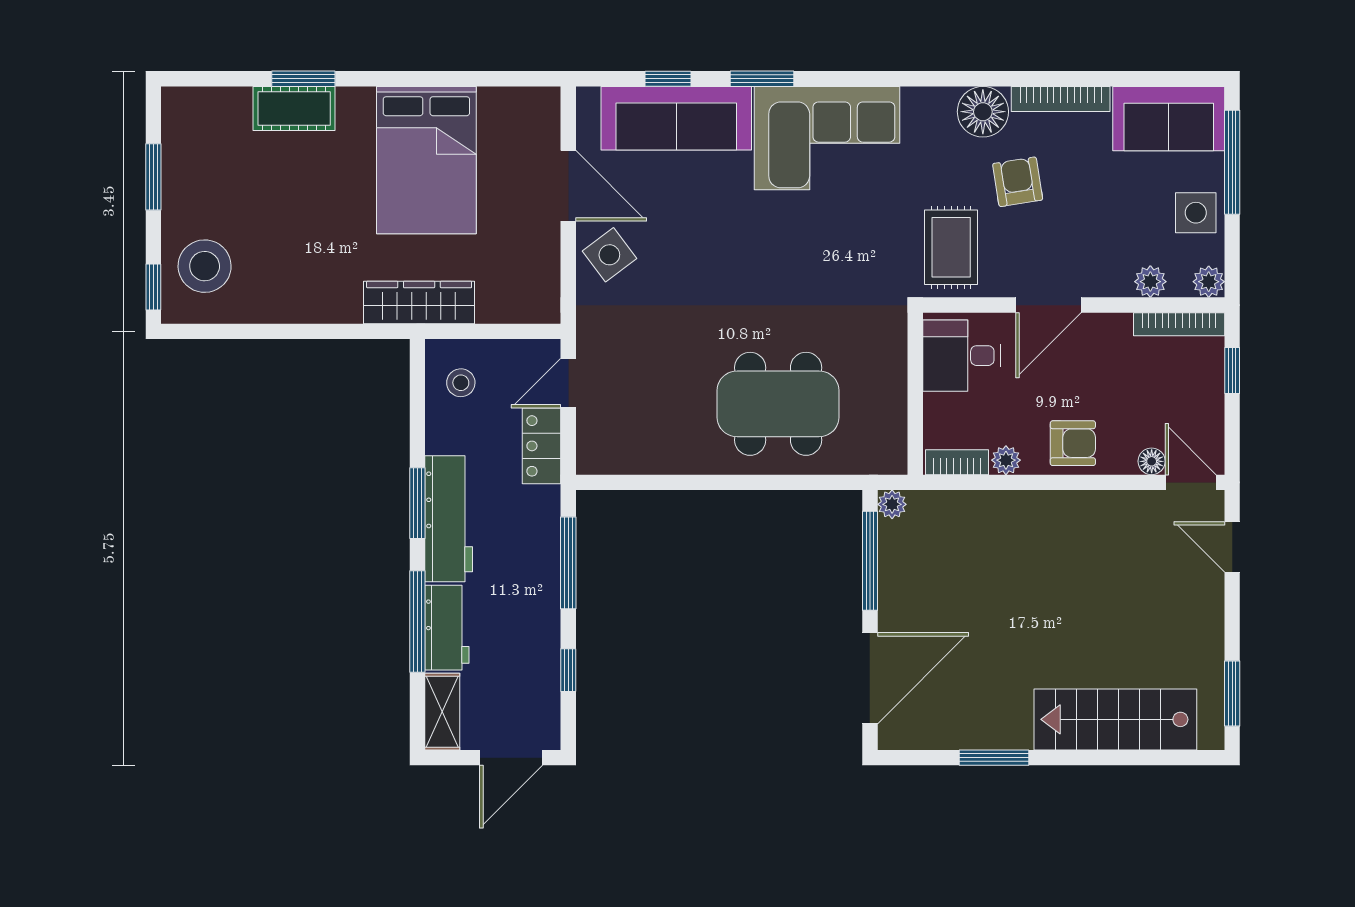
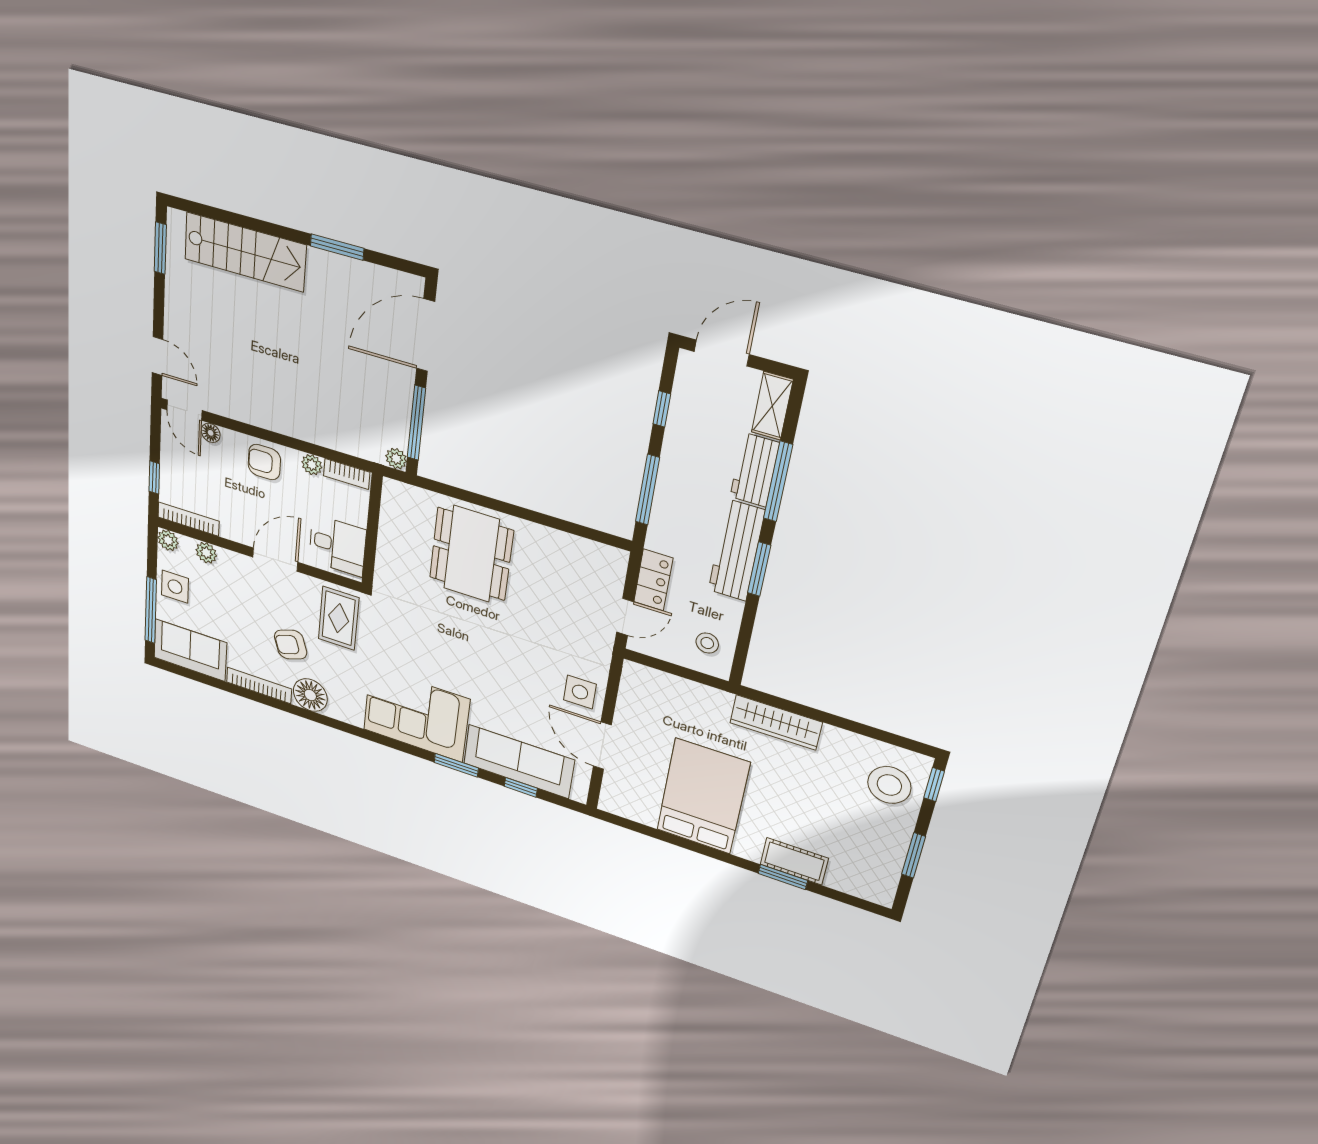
armchair: (1018, 182) -> (291, 645), turned 80
side table: (609, 255) -> (580, 692), turned 37
wardrobe: (419, 302) -> (776, 722), moved
dining table: (778, 404) -> (471, 554), turned 90

